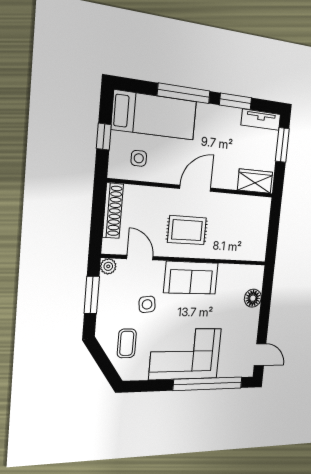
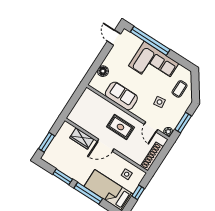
tv unit: (261, 120) -> (53, 161), removed
wardrobe: (255, 181) -> (82, 138), moved
sofa: (191, 278) -> (121, 96), moved

